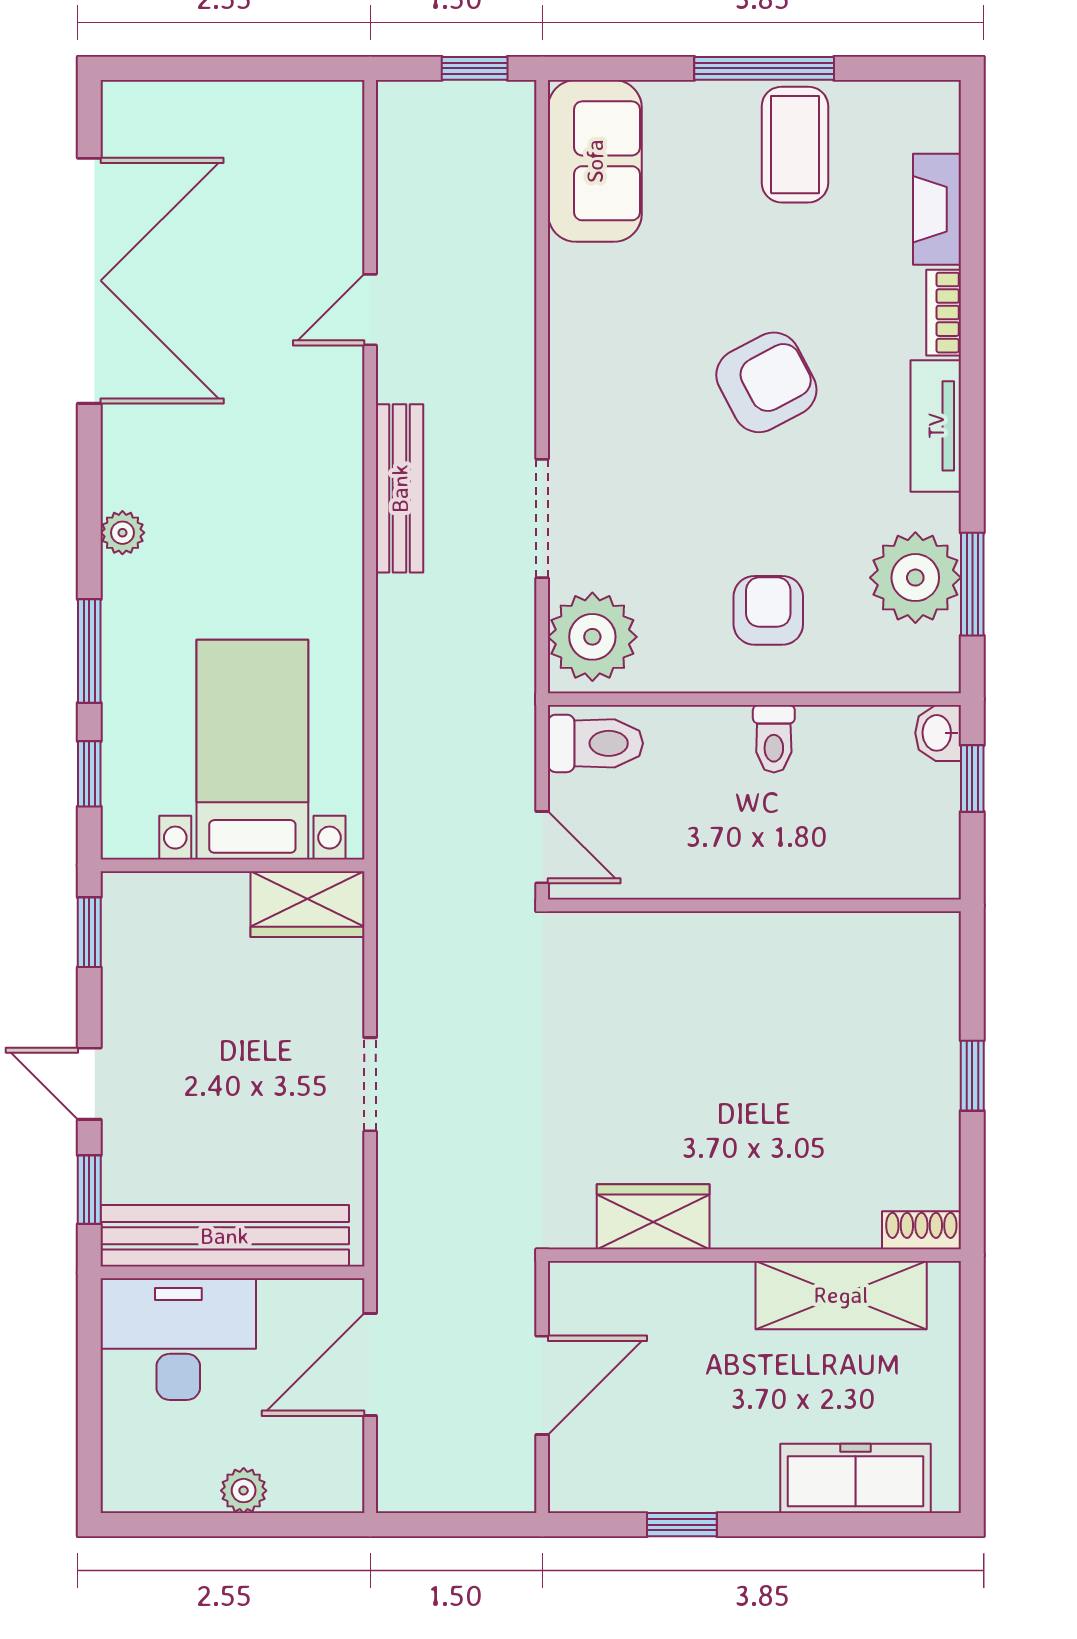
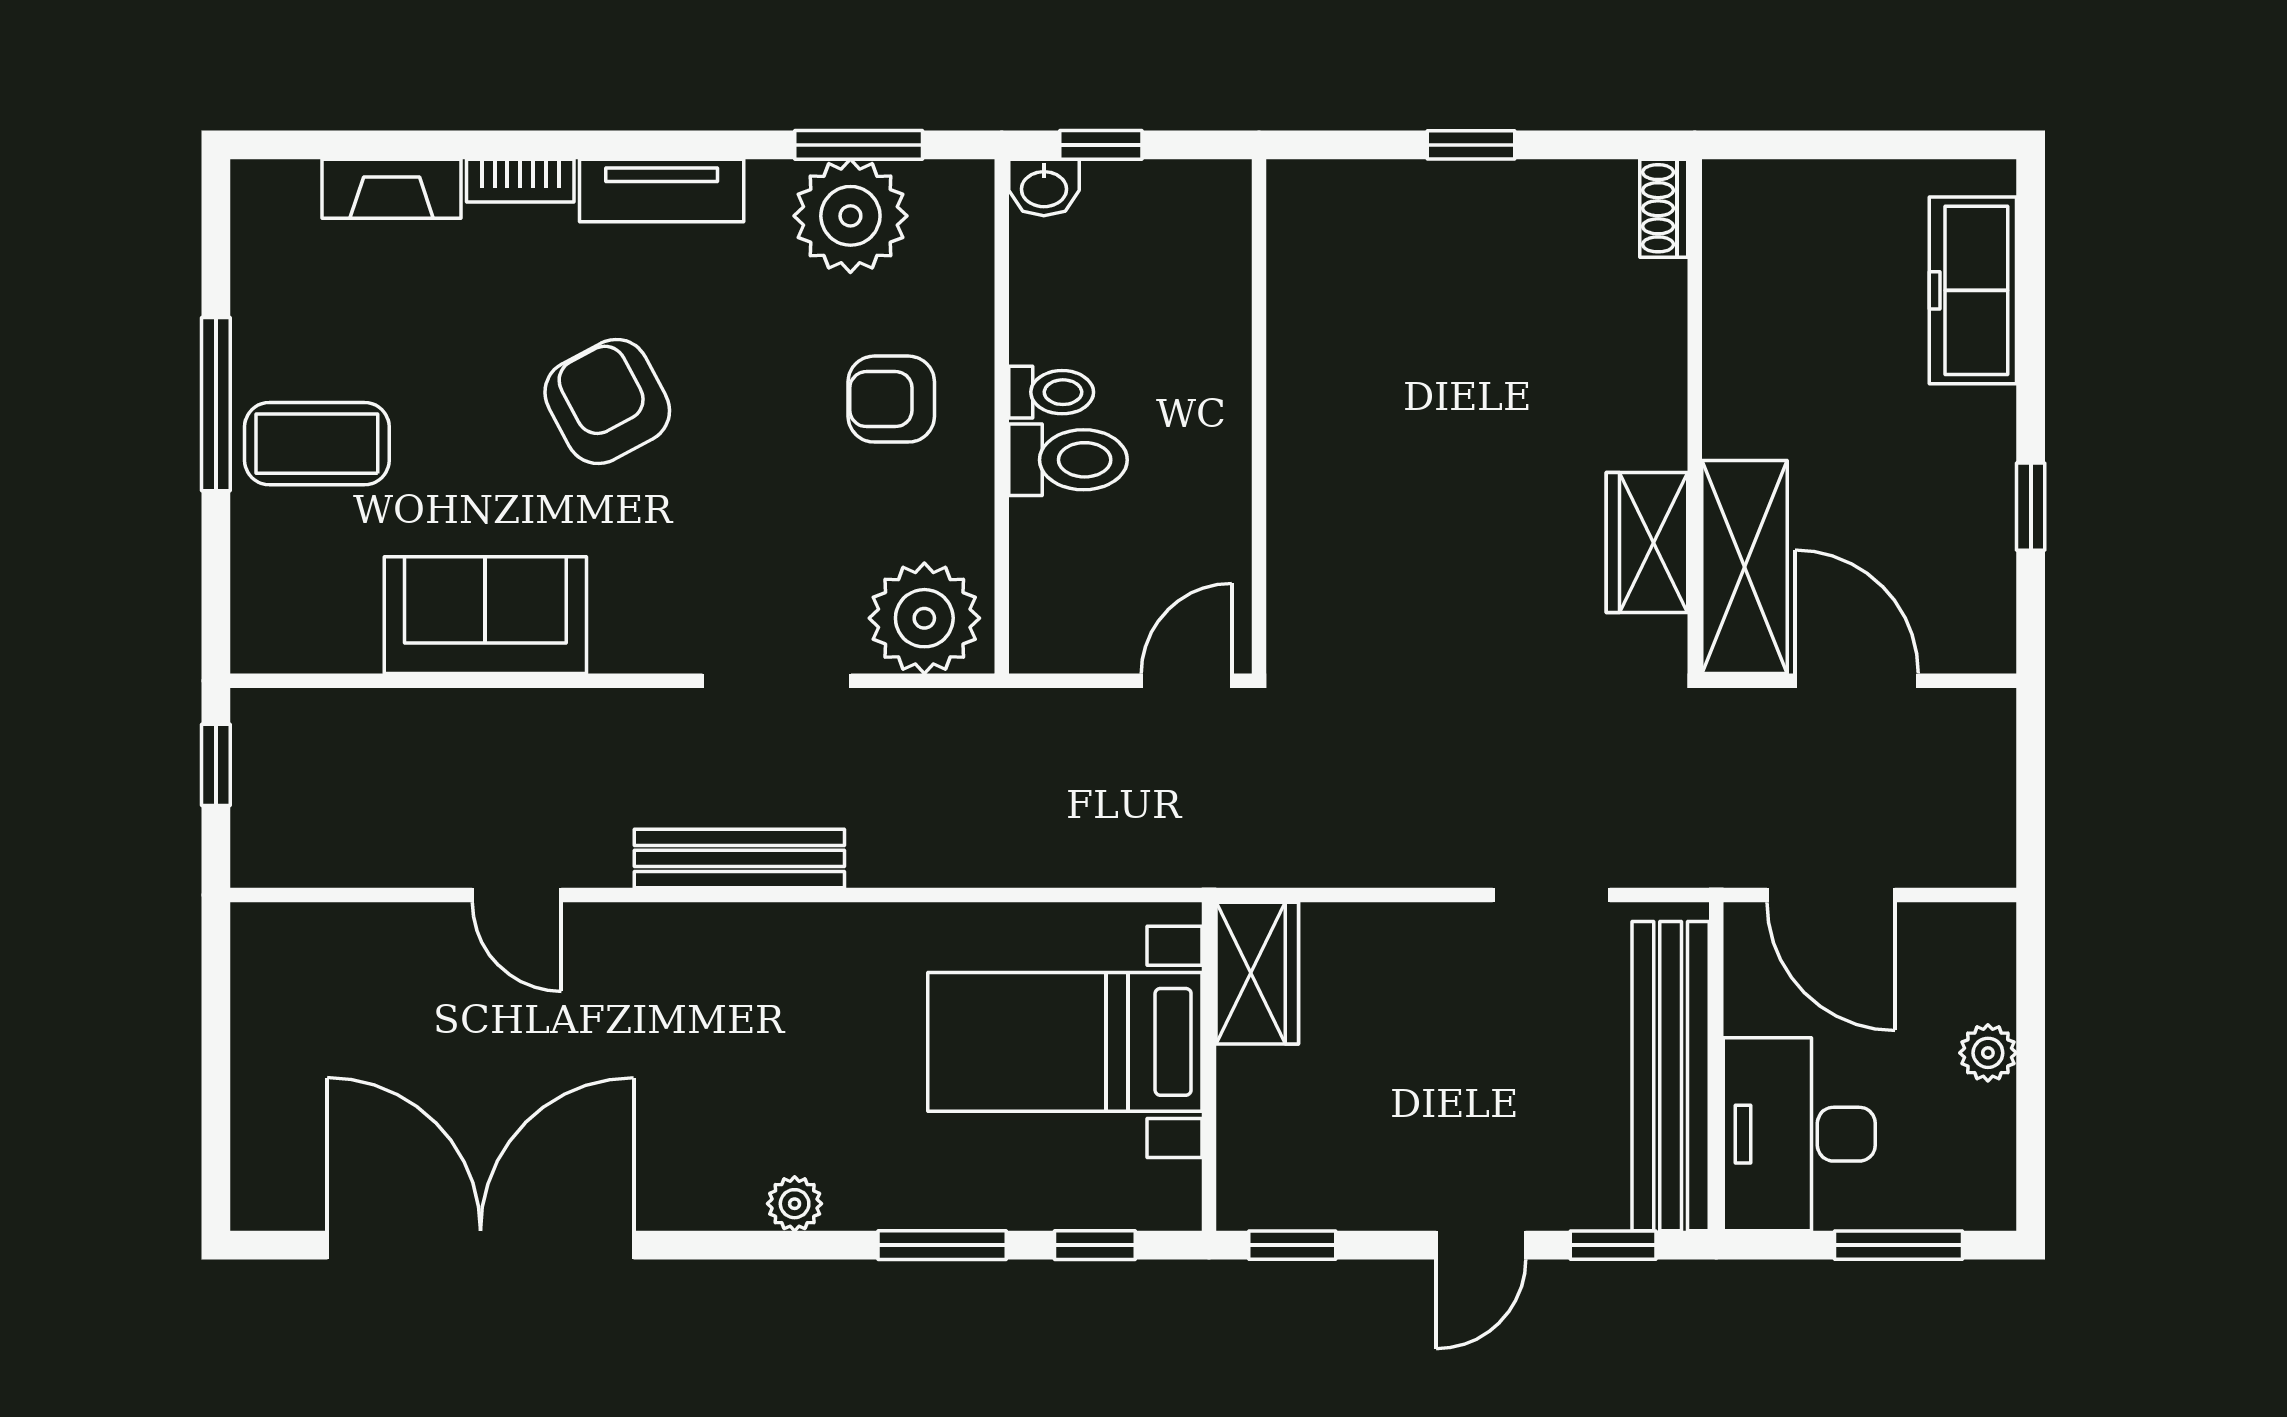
coffee table: (795, 145) -> (317, 444), moved
sofa: (595, 161) -> (485, 615), moved
toilet: (595, 743) -> (1068, 460), moved, turned 90
doorway: (370, 1084) -> (1551, 895), moved
shelving: (841, 1295) -> (1745, 567), moved
window: (89, 1419) -> (1899, 1245), added

